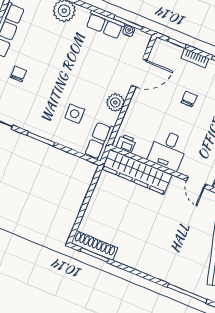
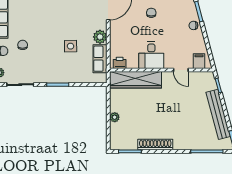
side table: (75, 114) -> (71, 46), moved
row of seats: (99, 141) -> (100, 59), moved
plant: (93, 206) -> (115, 117), added
shoe rack: (94, 245) -> (155, 145), moved

